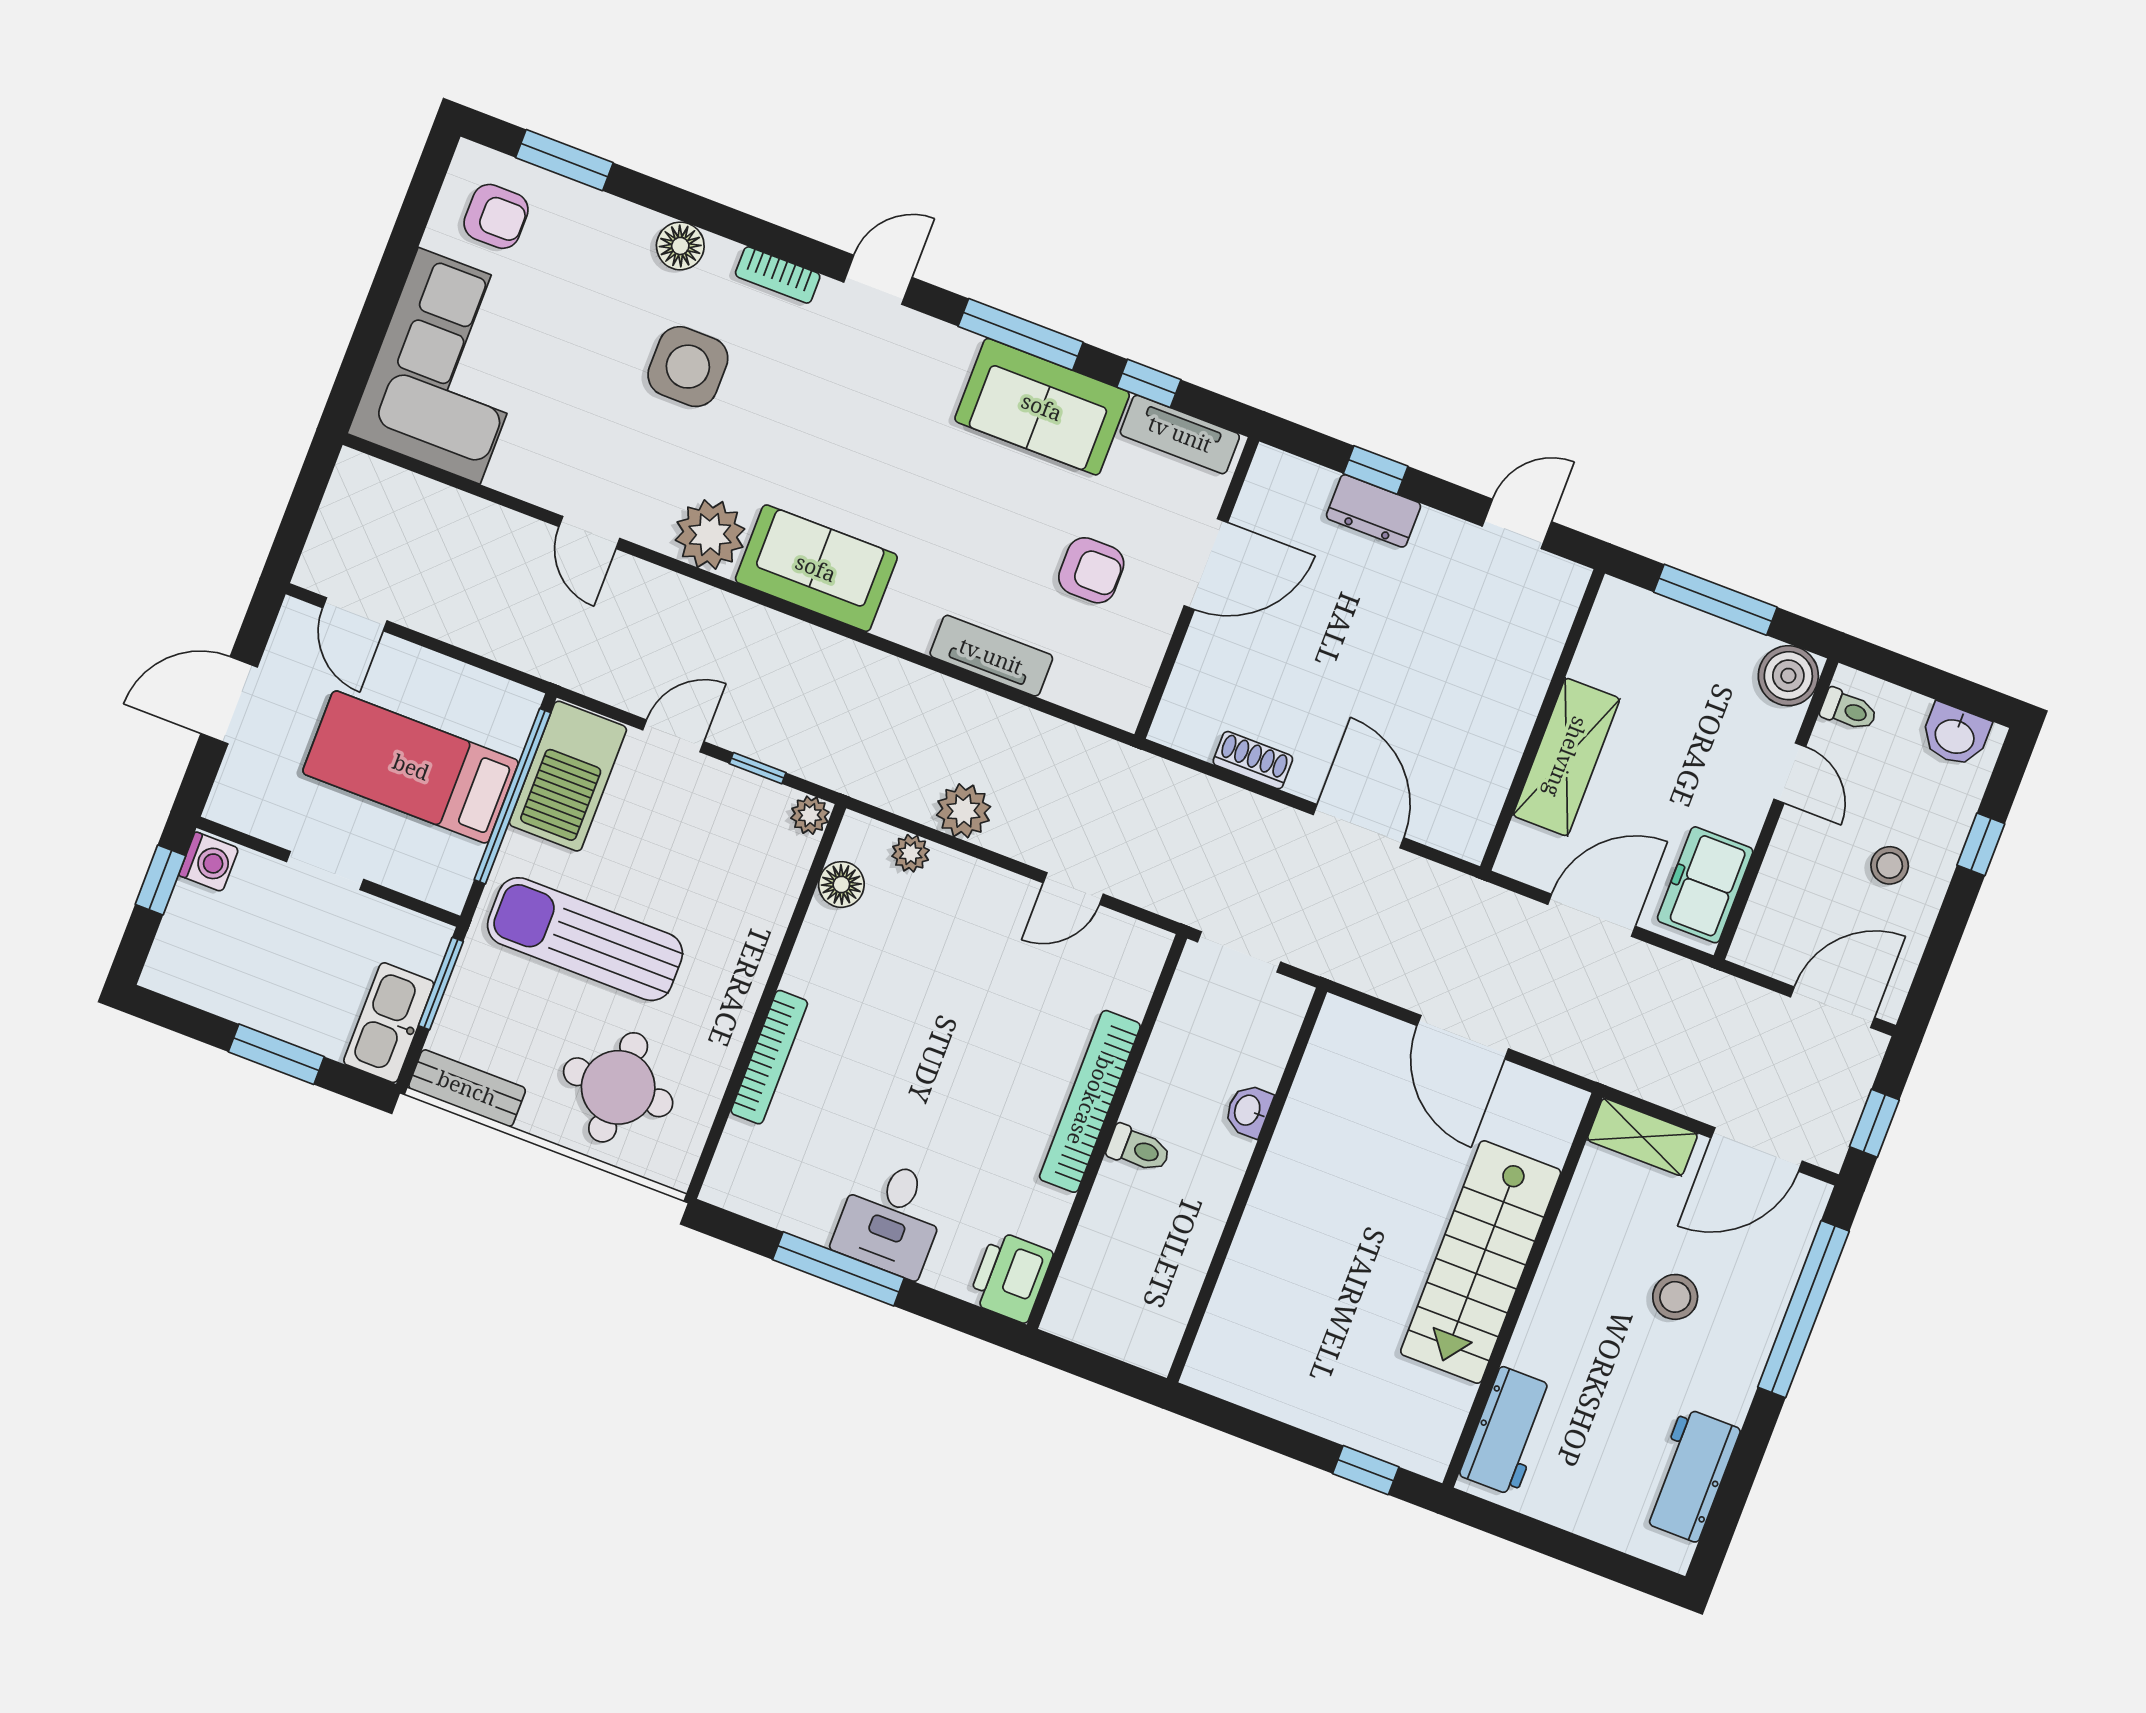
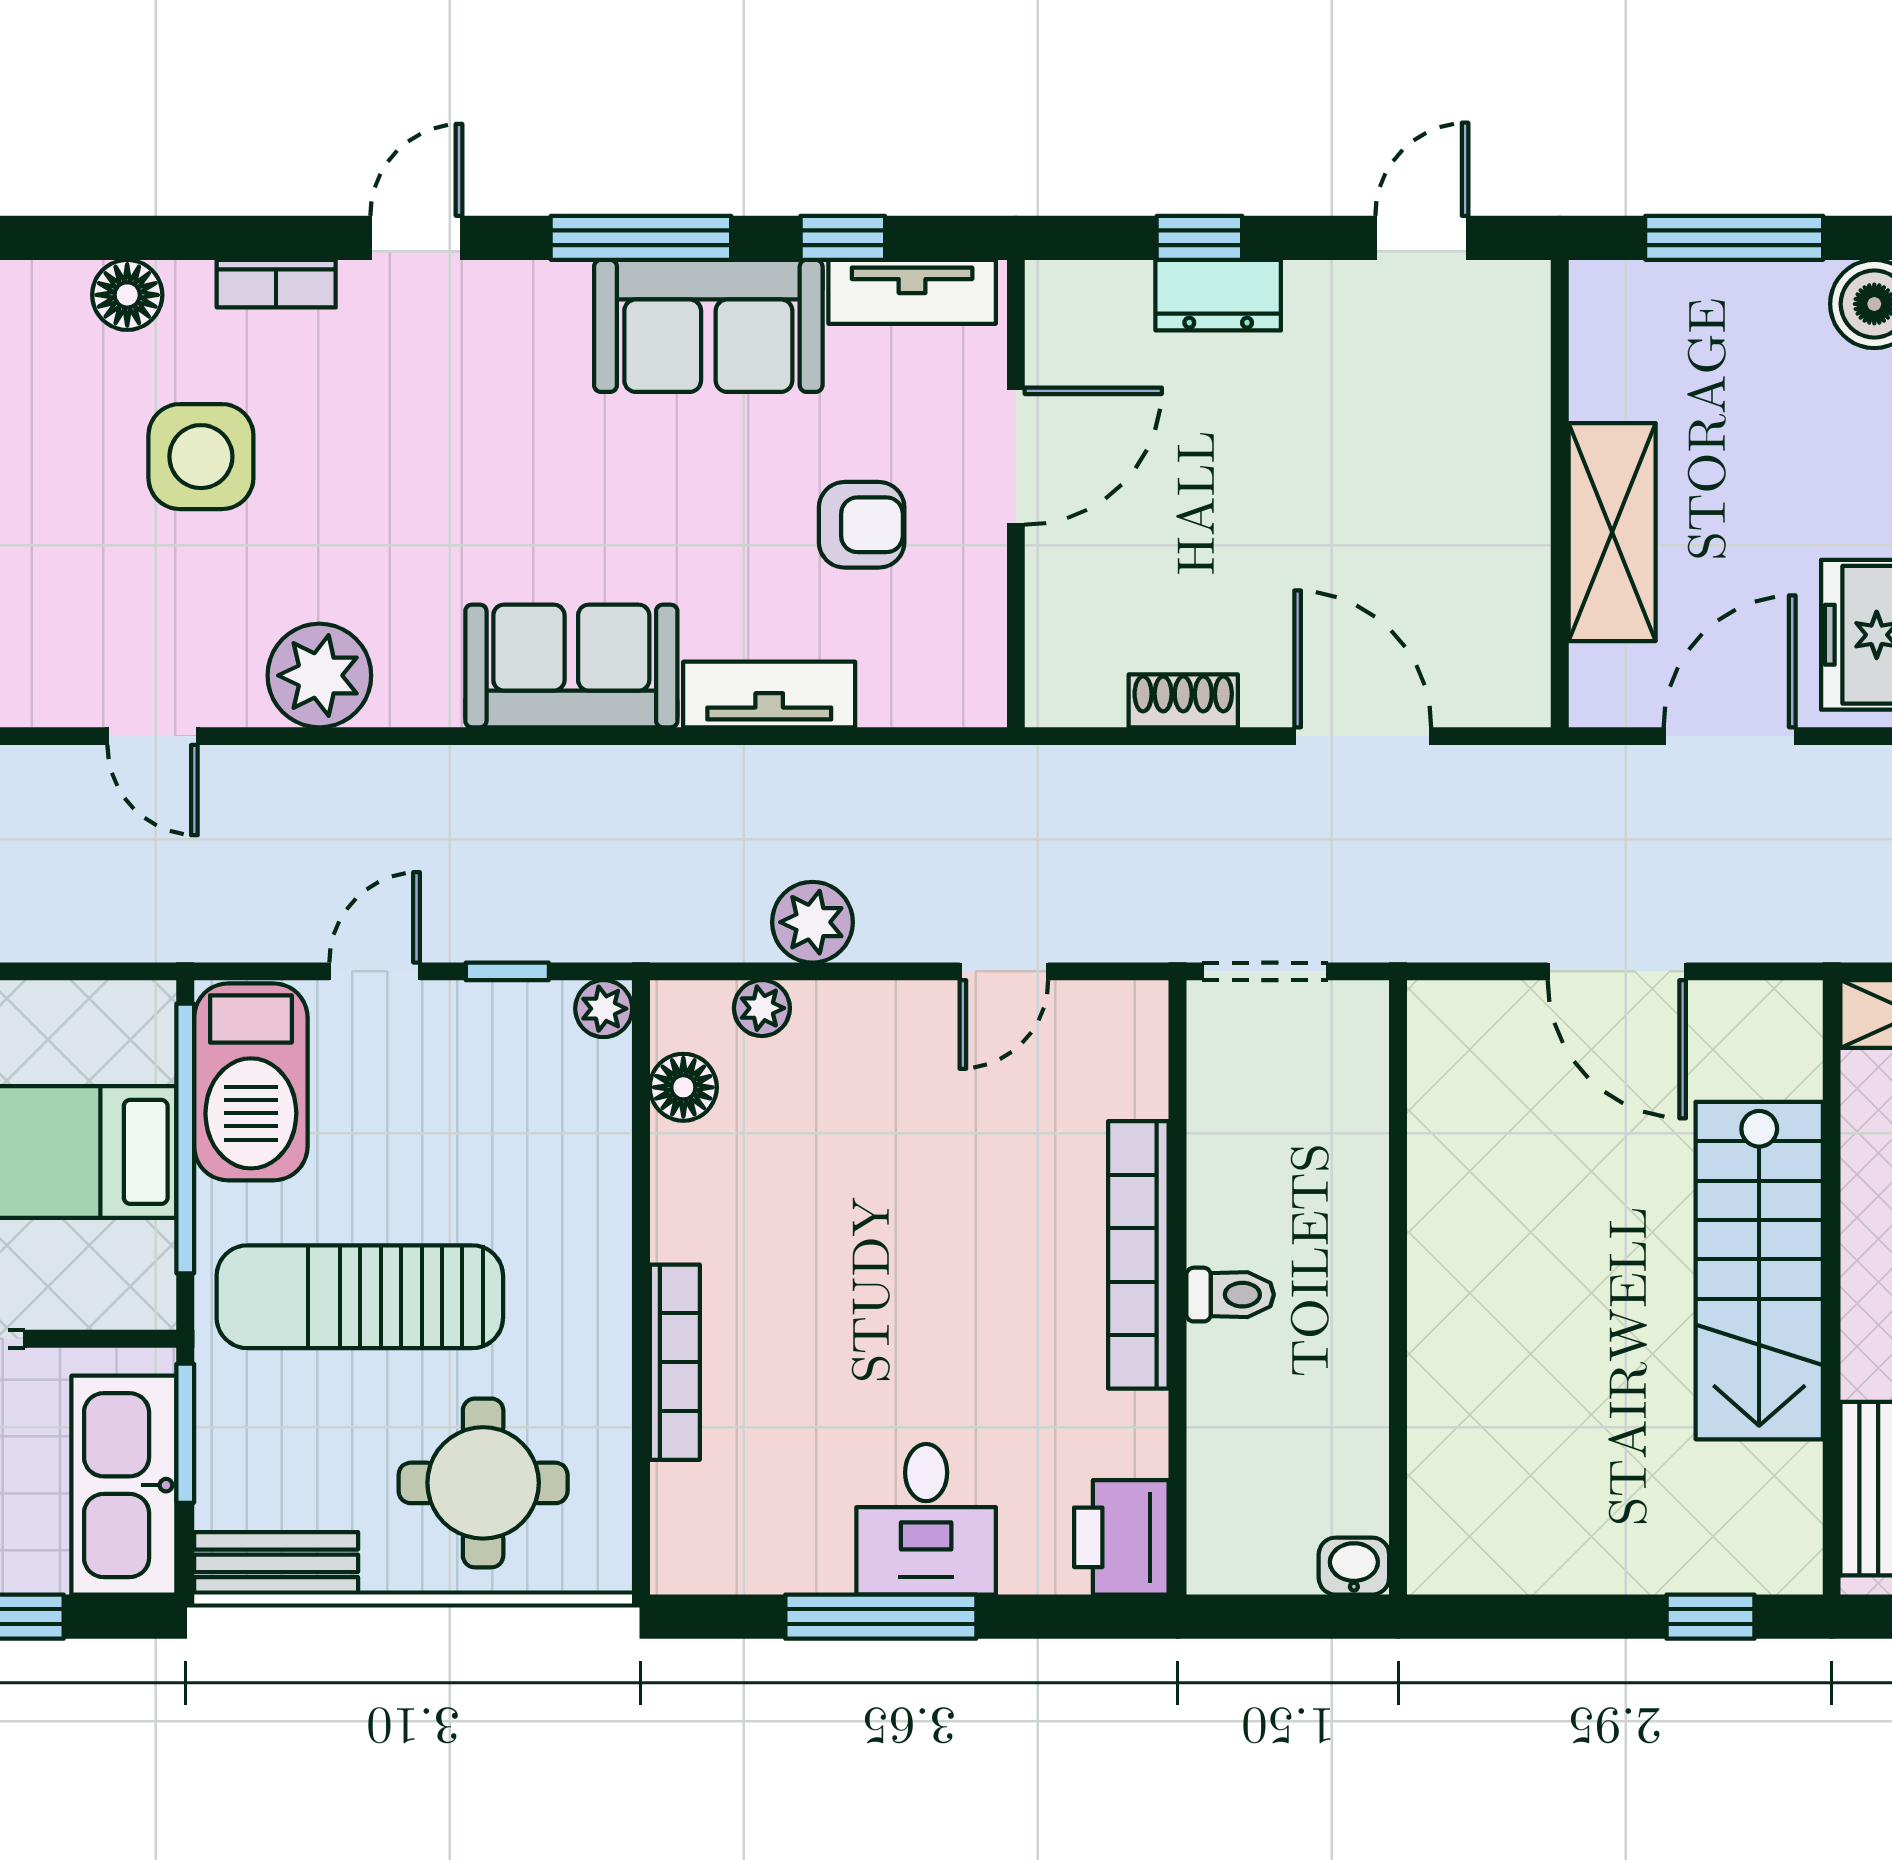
sofa: (816, 568) -> (571, 666), moved
kitchen sink: (389, 1023) -> (124, 1485), width x1.36, depth x1.24
washbasin: (1248, 1111) -> (1354, 1566), moved, turned 90

